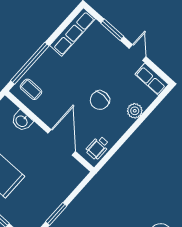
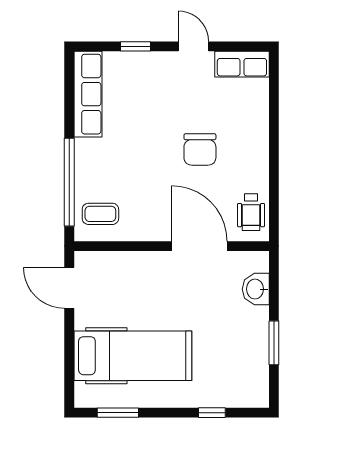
window: (112, 30) -> (136, 46), width x0.67
plant: (135, 111) -> (256, 123), removed
washbasin: (22, 121) -> (256, 289), moved, turned 90

